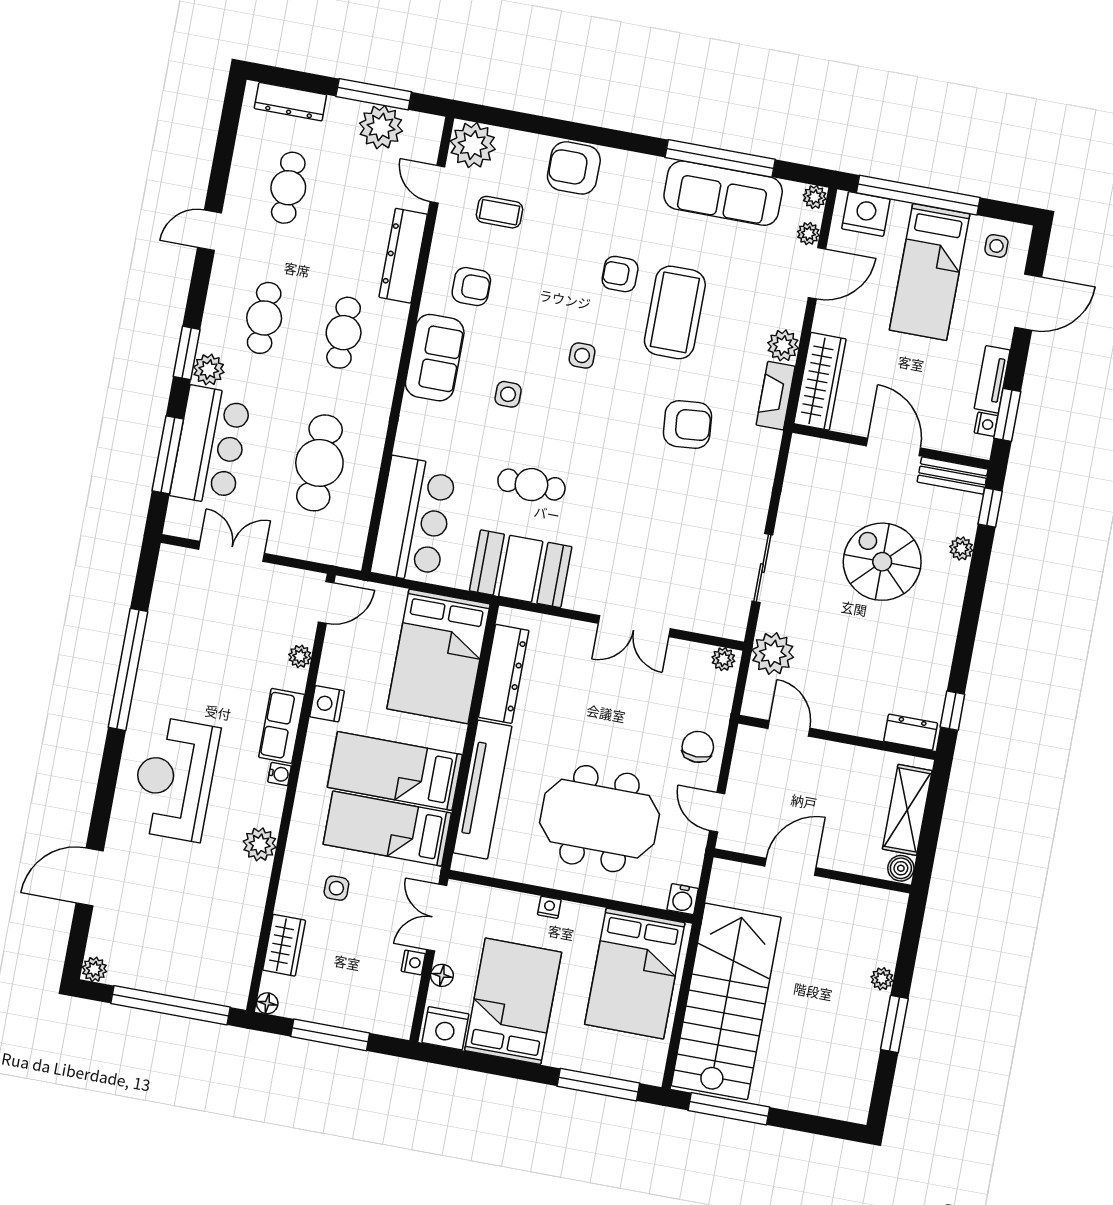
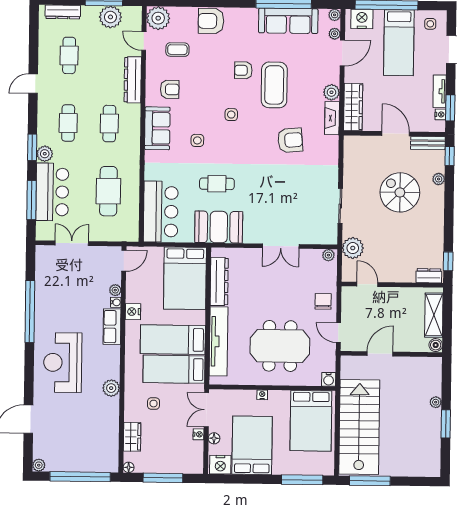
water cooler: (279, 774) -> (116, 302), moved

